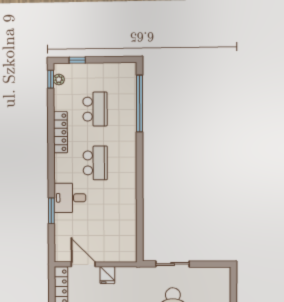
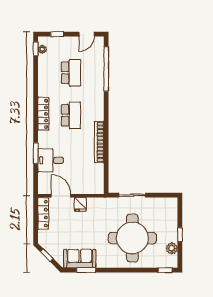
door: (114, 60) -> (86, 34), added
locker: (60, 132) -> (43, 114), moved
bookcase: (131, 196) -> (99, 142), added
desk: (70, 198) -> (51, 160), moved

